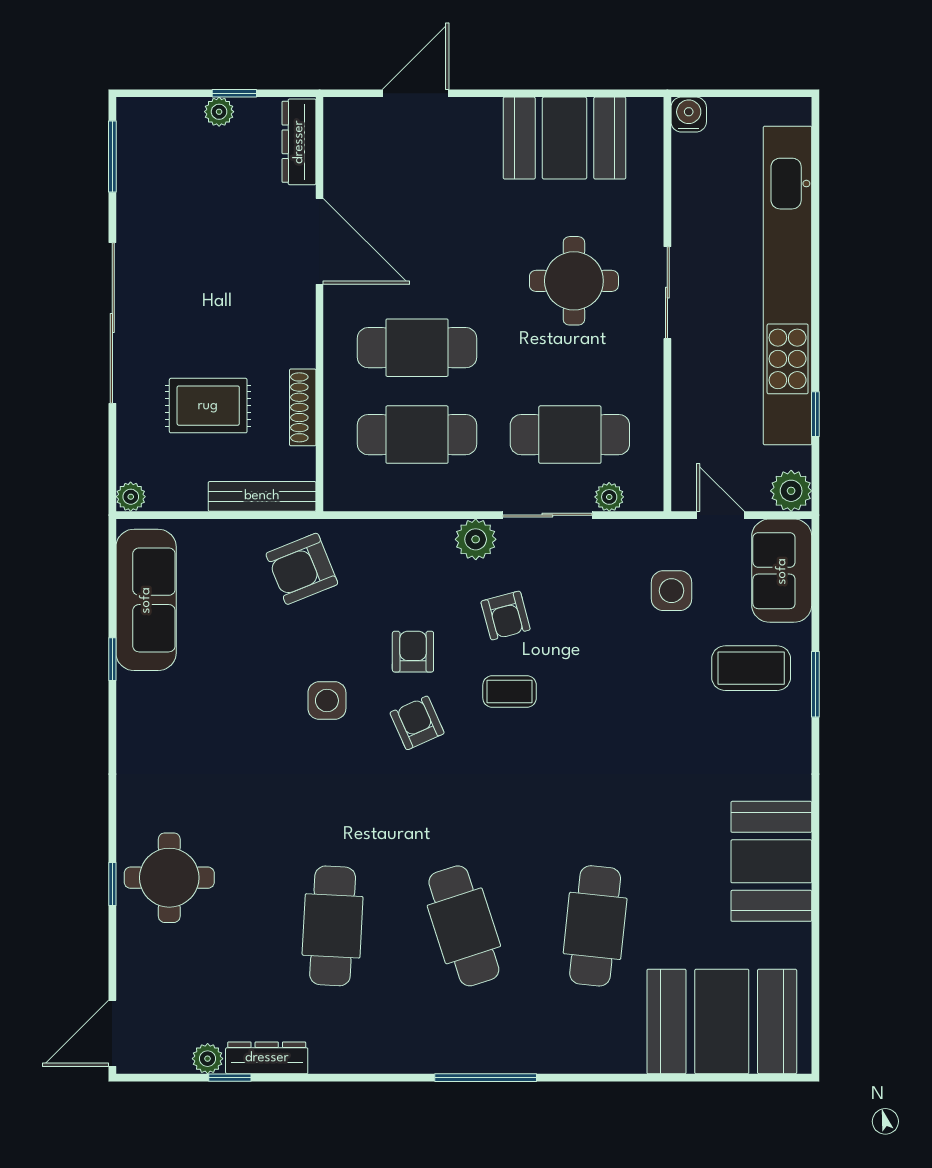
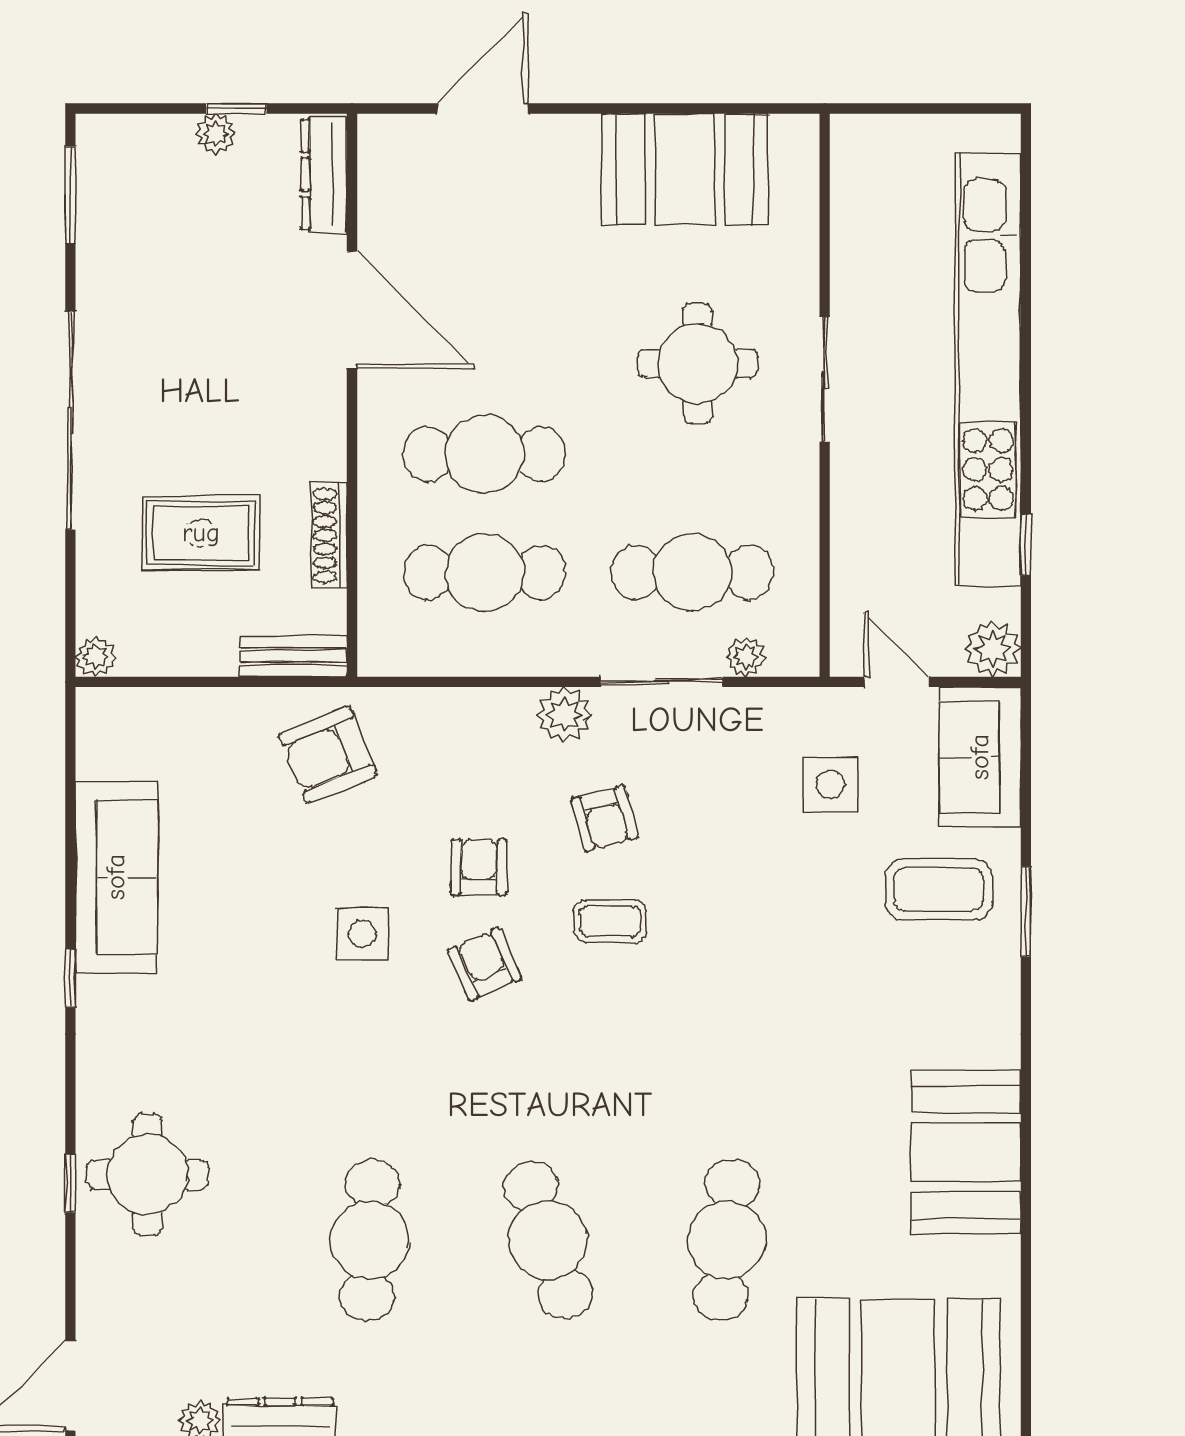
water cooler: (689, 115) -> (854, 137), removed
bench: (262, 496) -> (293, 656), width x0.73
sofa: (146, 600) -> (116, 877), moved
window: (112, 659) -> (70, 978), moved

